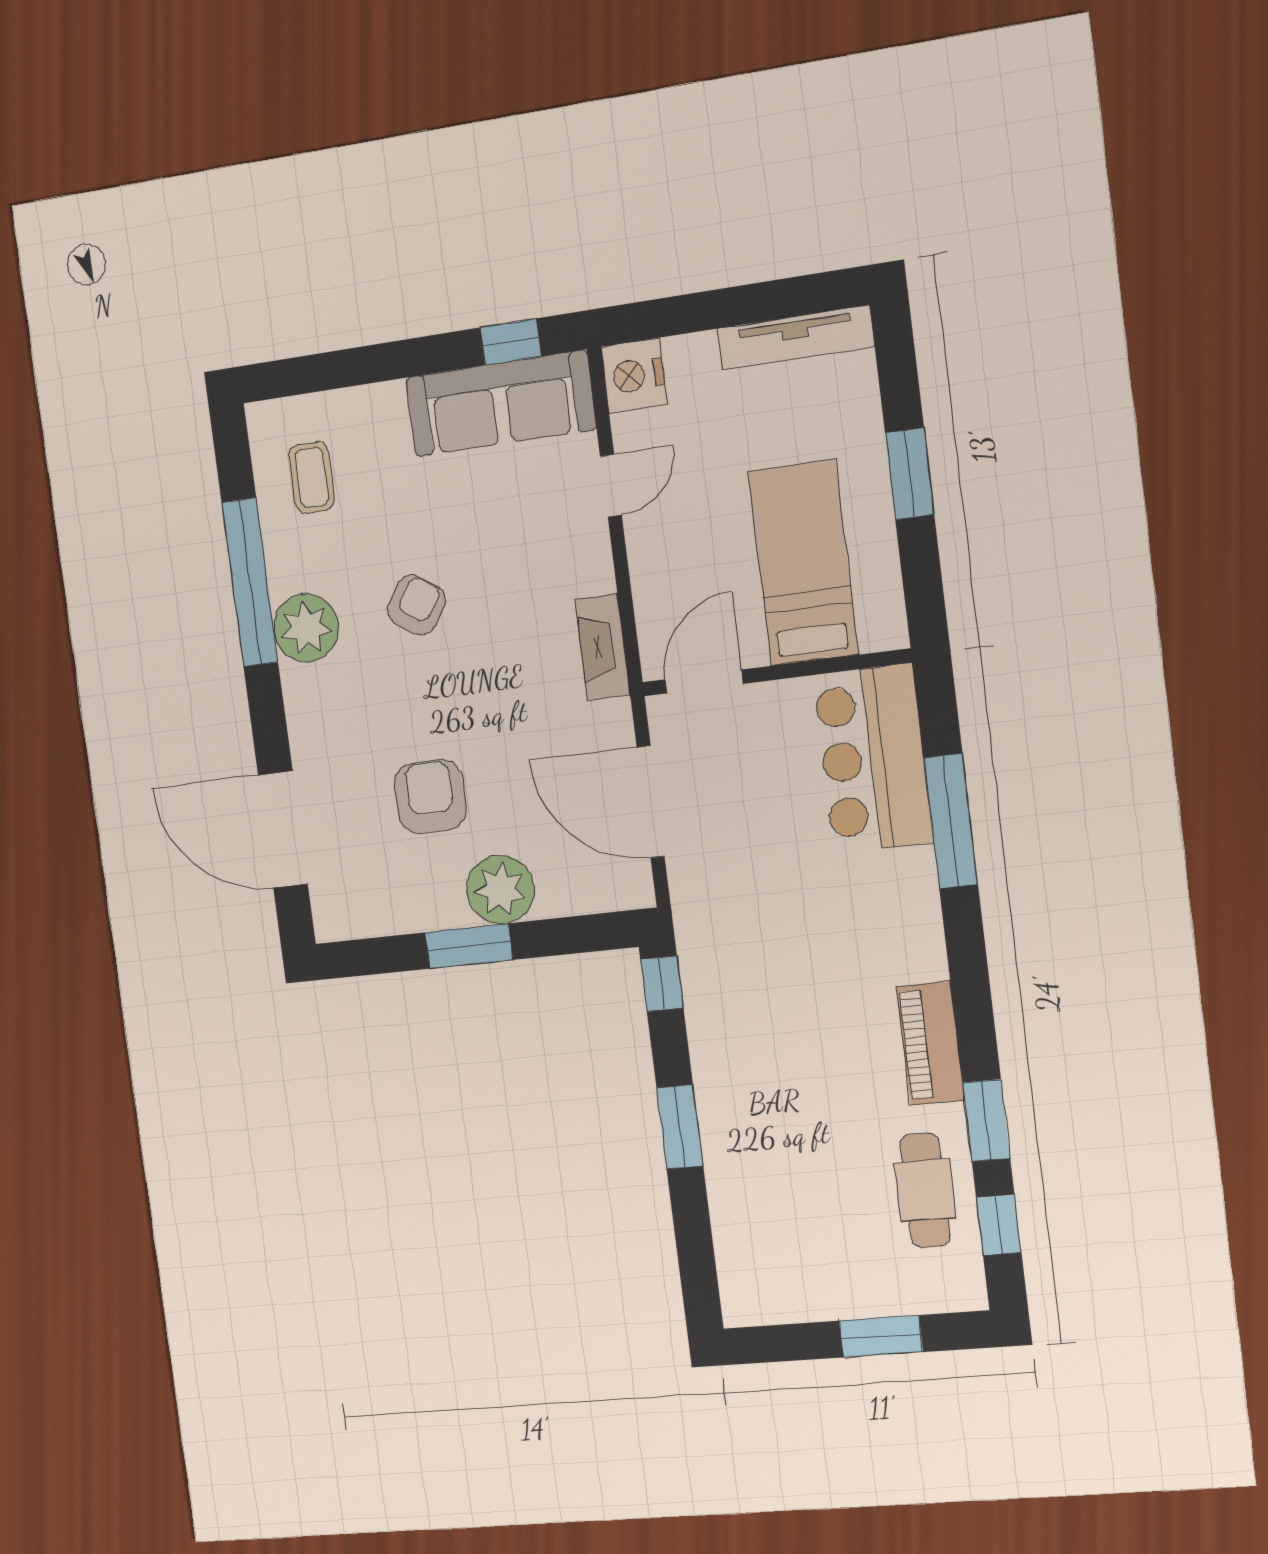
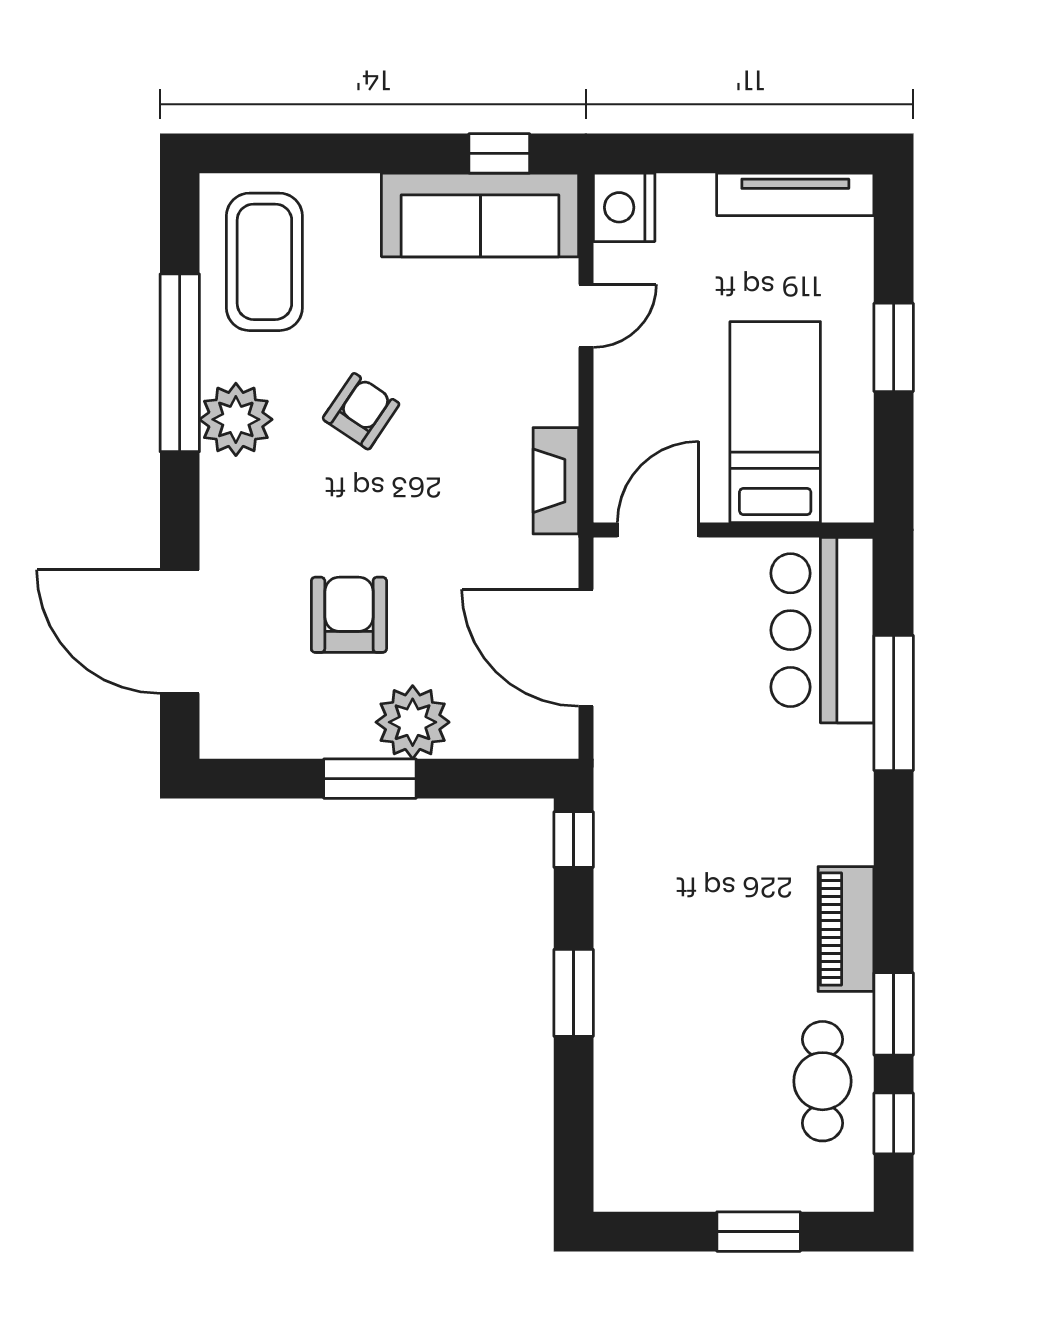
coffee table: (312, 478) -> (264, 262), width x1.86, depth x1.72

